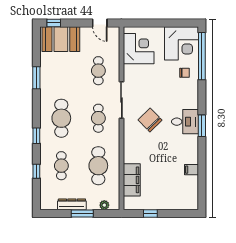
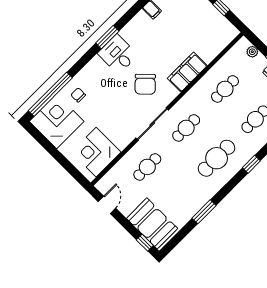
cafe table: (98, 166) -> (225, 89), width x0.73, depth x0.74
filing cabinet: (132, 180) -> (187, 72), moved

